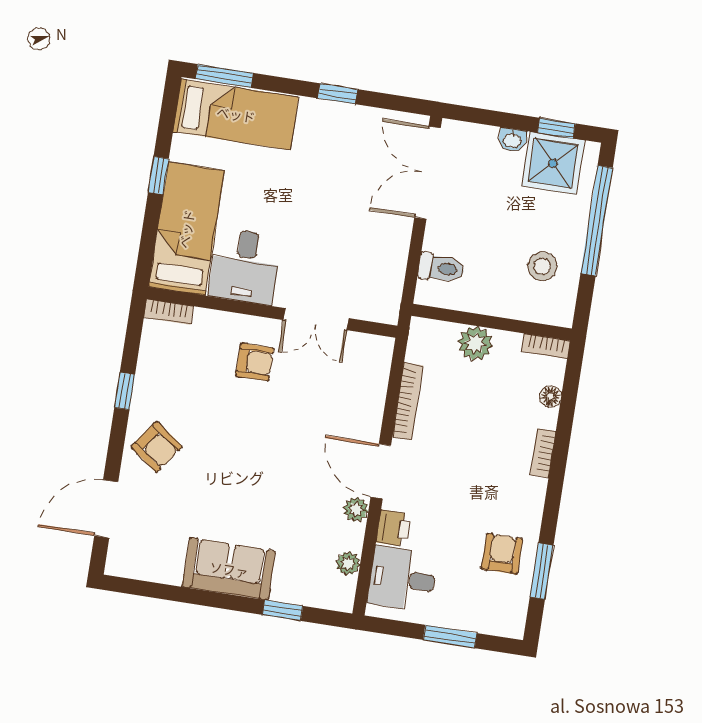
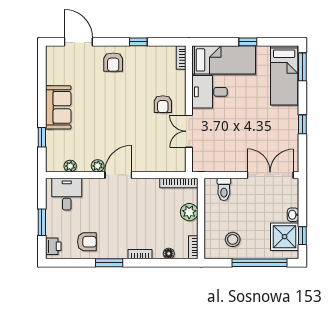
bookcase: (408, 401) -> (179, 183), moved
armchair: (157, 447) -> (113, 62), turned -36
printer: (393, 528) -> (53, 246), moved, turned -90
window: (542, 571) -> (109, 263), moved

